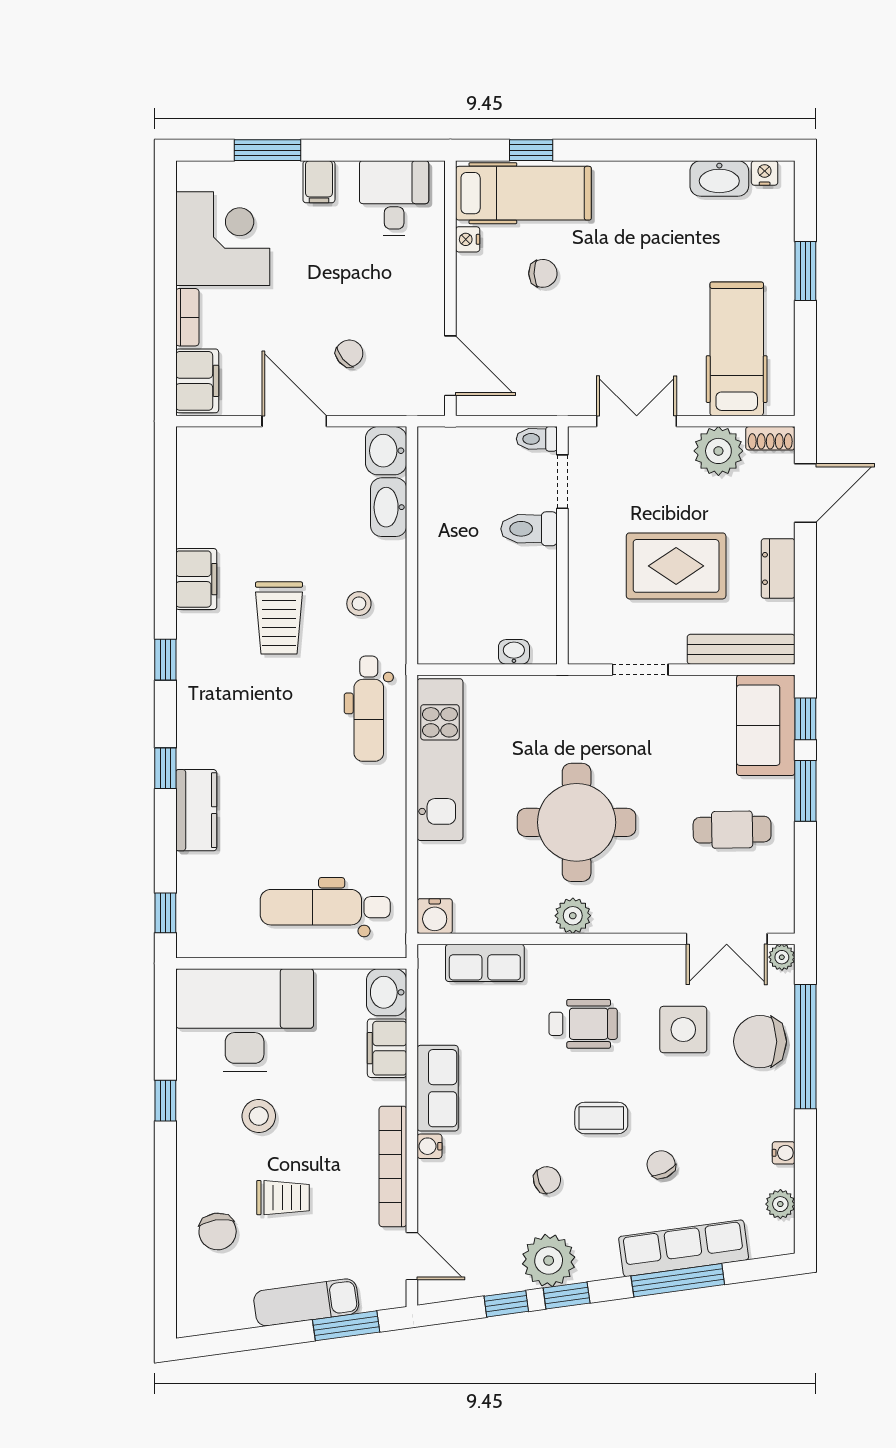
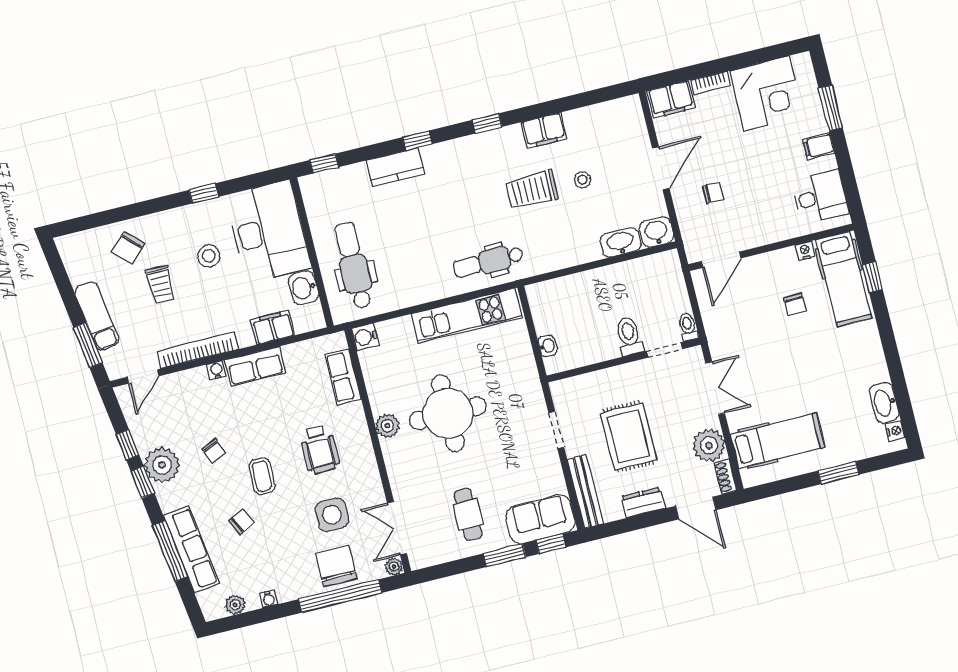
chair: (349, 353) -> (713, 193), turned -50
stool: (359, 604) -> (582, 180), moved
washbasin: (387, 992) -> (304, 288), moved, turned -90
chair: (218, 1231) -> (128, 248), turned -37

